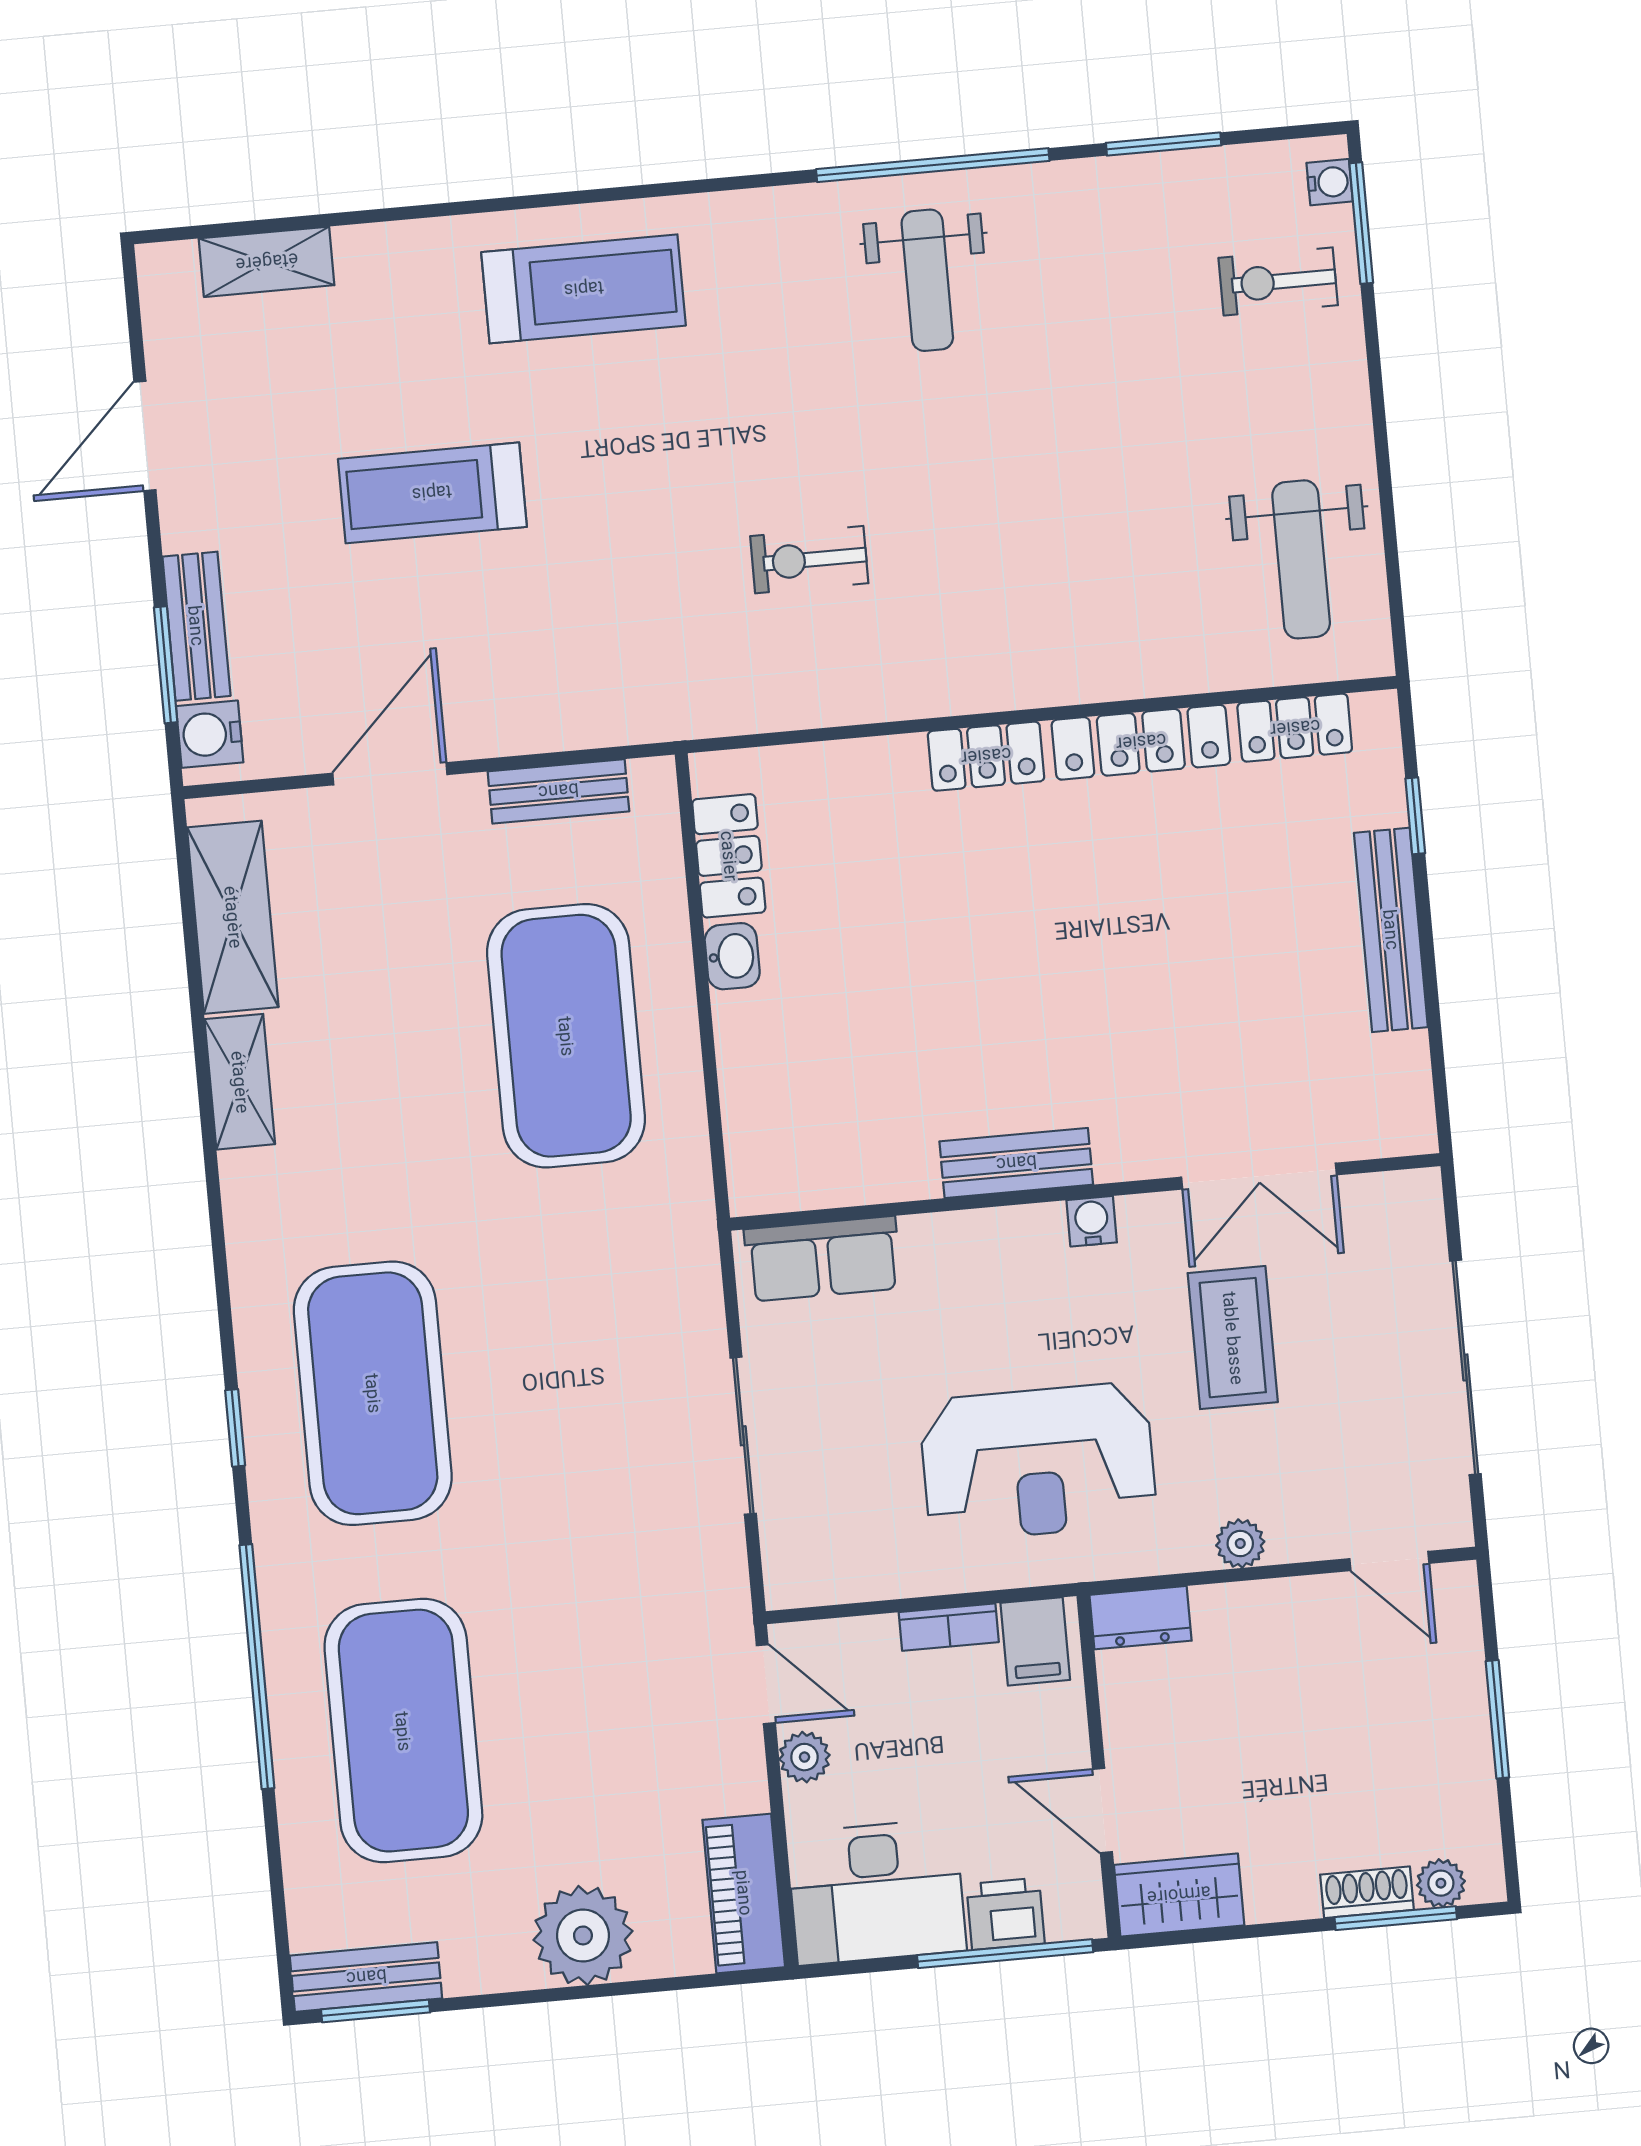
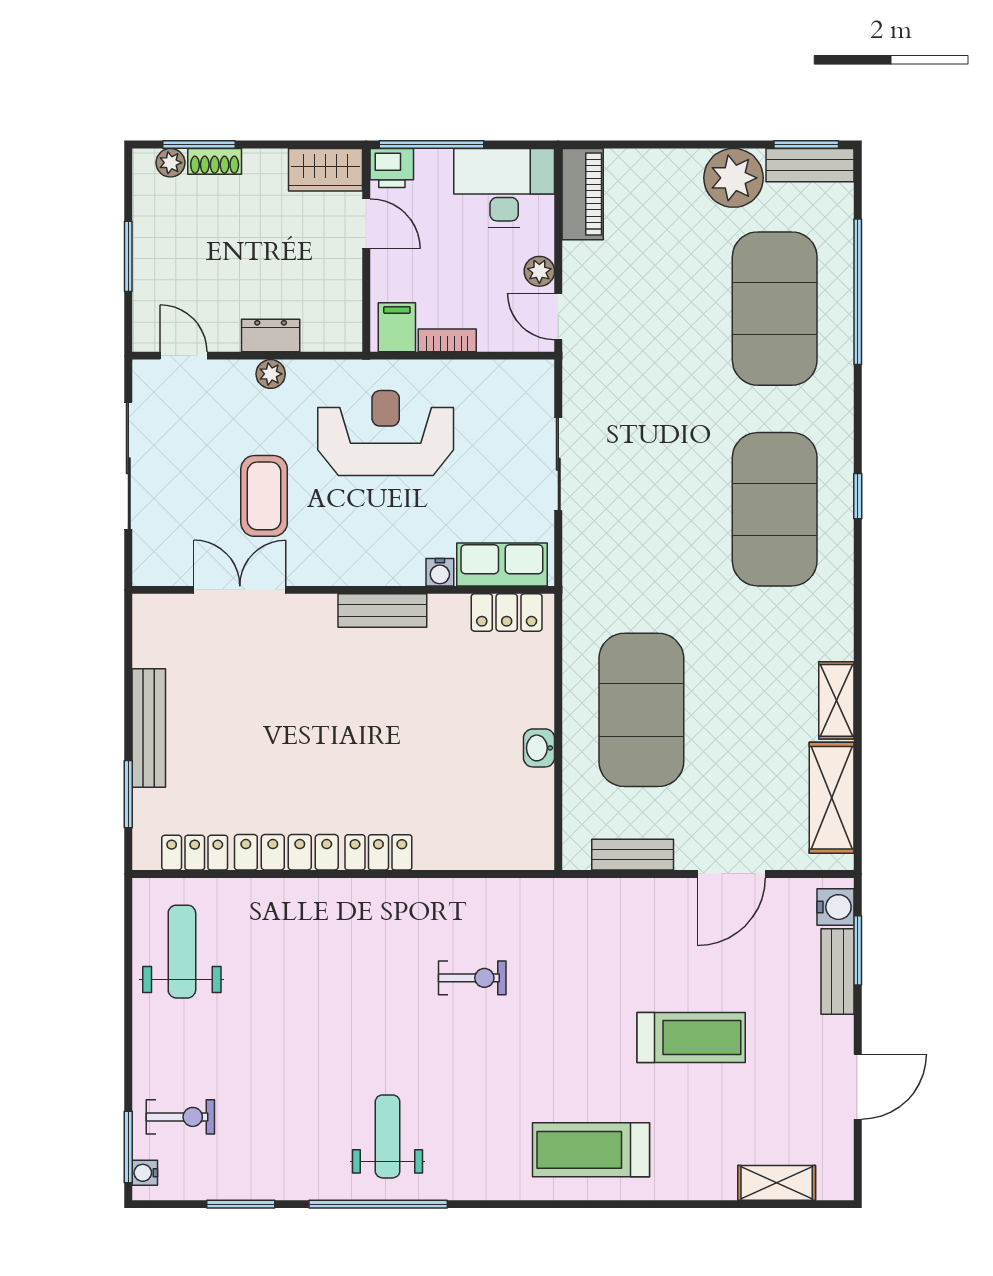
window: (1415, 816) -> (128, 794), width x1.50
locker: (729, 856) -> (507, 613), moved, turned -90
water cooler: (1092, 1221) -> (440, 572), moved
dresser: (1141, 1618) -> (271, 336), moved
window: (257, 1667) -> (858, 292), moved
printer: (1006, 1914) -> (392, 168), moved
plant: (583, 1935) -> (734, 178), moved

